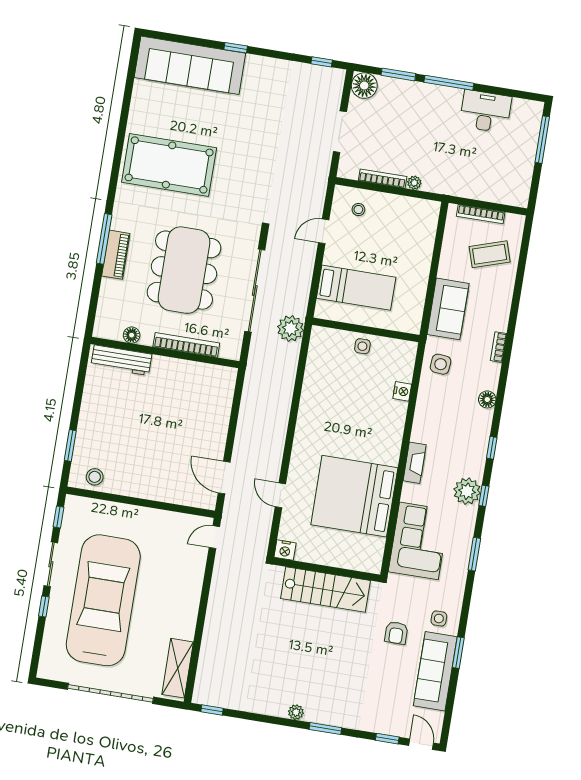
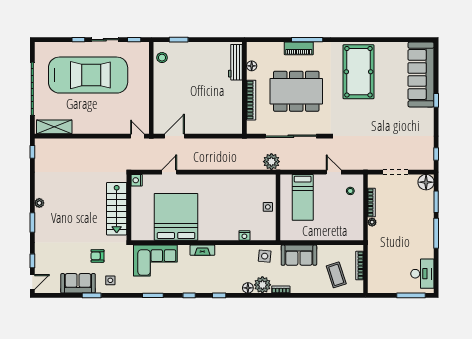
desk: (485, 111) -> (422, 274), moved
plant: (467, 491) -> (262, 285), moved
sofa: (435, 671) -> (78, 283), width x0.73

